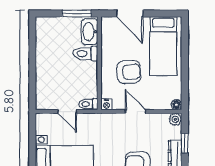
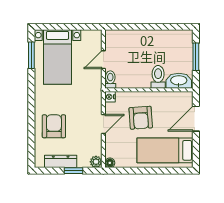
window: (77, 13) -> (196, 57), moved

